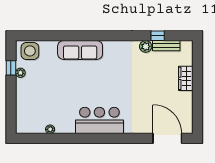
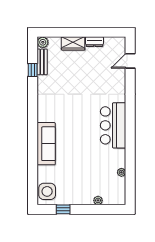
plant: (146, 46) -> (43, 42), moved
plant: (20, 73) -> (98, 200), moved
dresser: (188, 101) -> (94, 42), added
door: (167, 138) -> (130, 61), width x0.53

